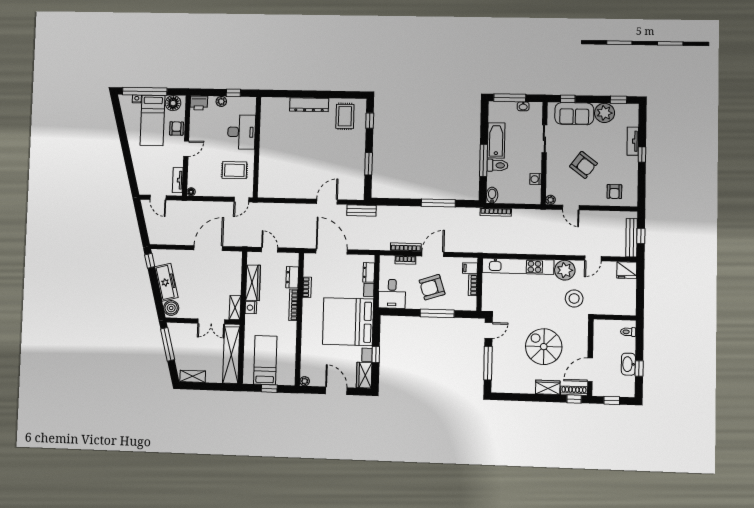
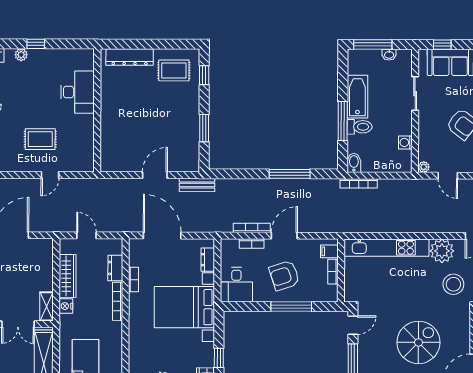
rug: (345, 116) -> (174, 70), turned 90
desk: (241, 132) -> (78, 92), moved
wall: (257, 147) -> (97, 110), moved
bed with nightstands: (348, 322) -> (184, 307), width x0.73
spiral stairs: (544, 347) -> (418, 342), turned 90

